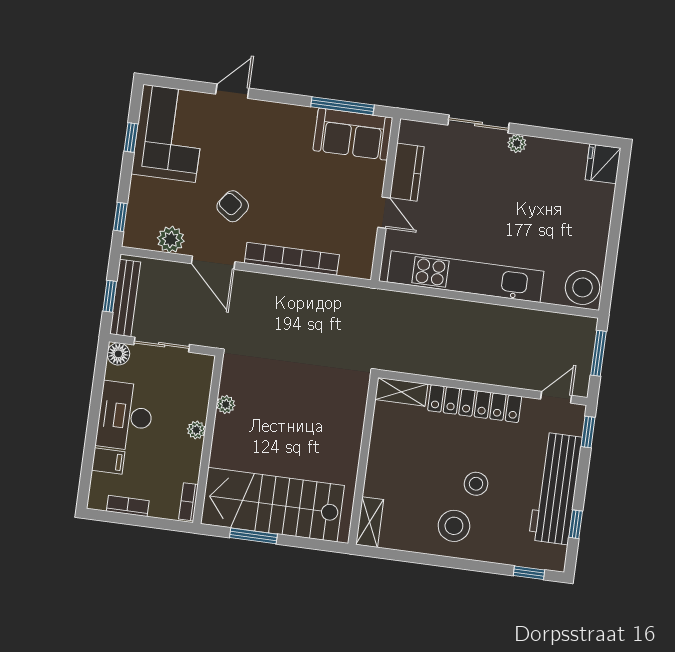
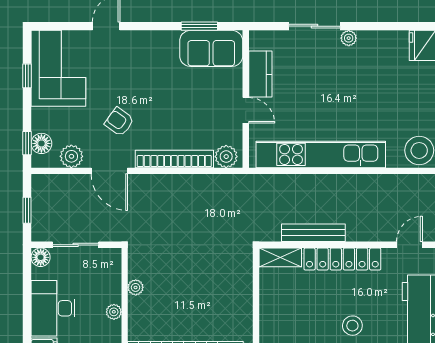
window: (342, 106) -> (199, 26), width x0.69
floor lamp: (137, 220) -> (41, 143), added
plant: (354, 264) -> (226, 157), added
bench: (125, 298) -> (313, 233), moved, turned 90

